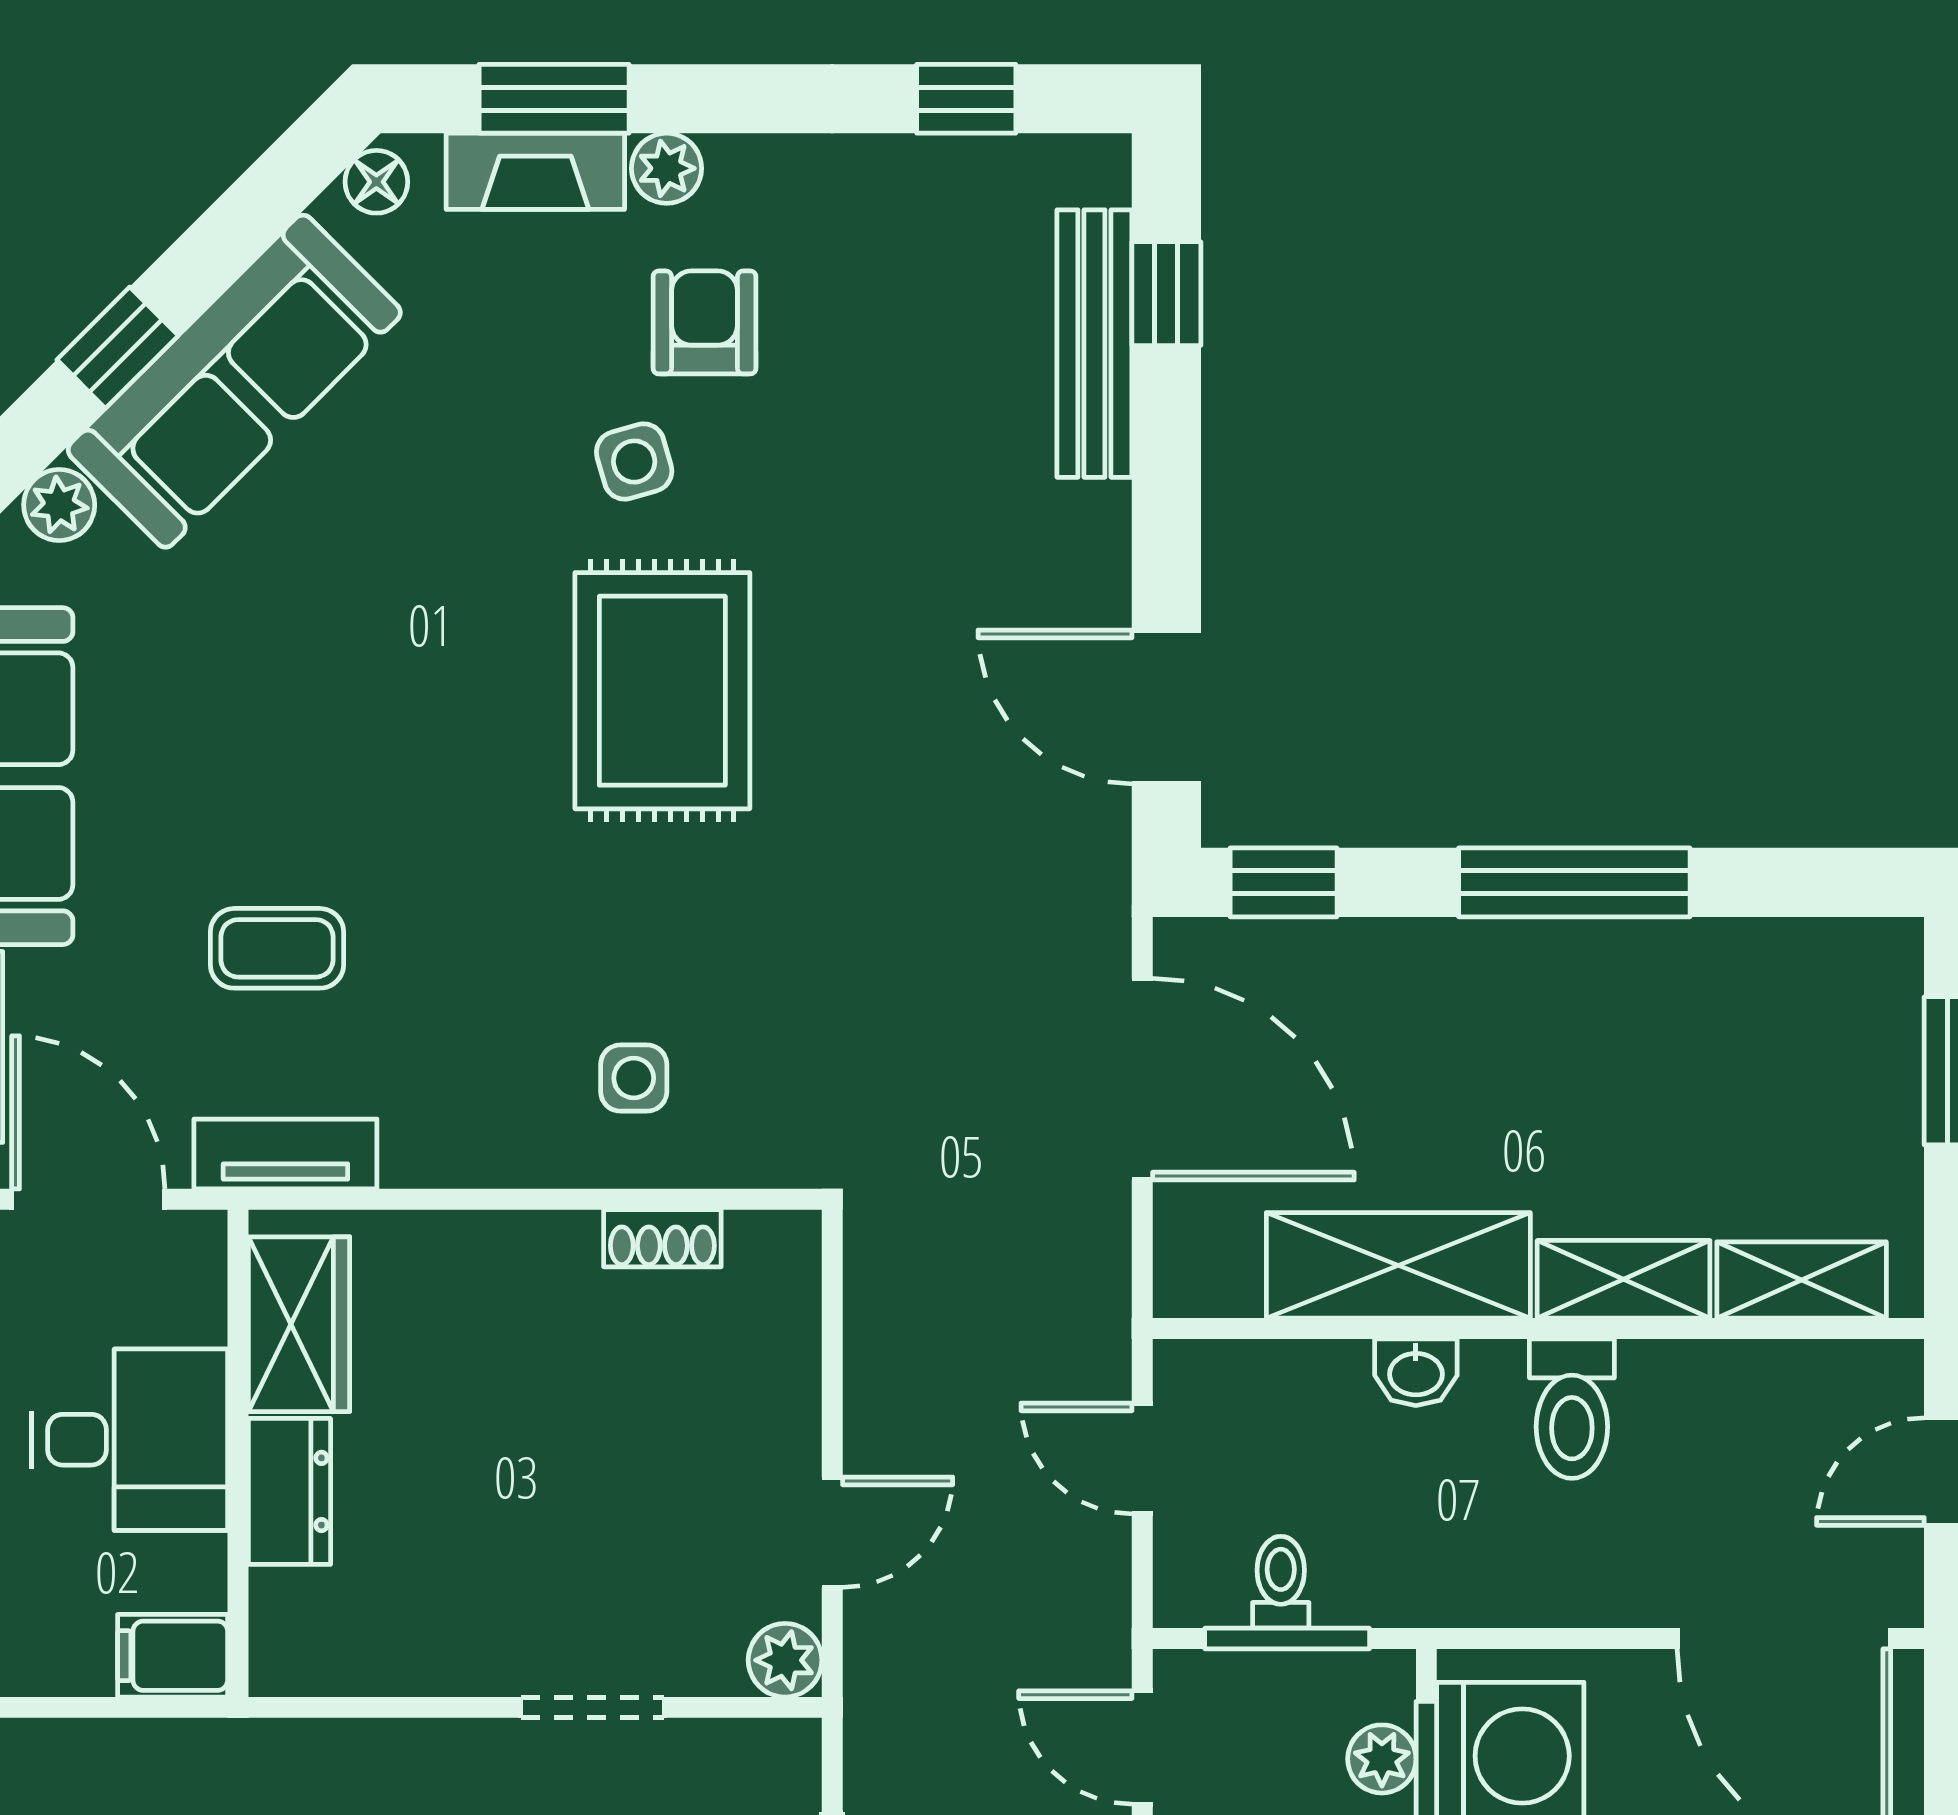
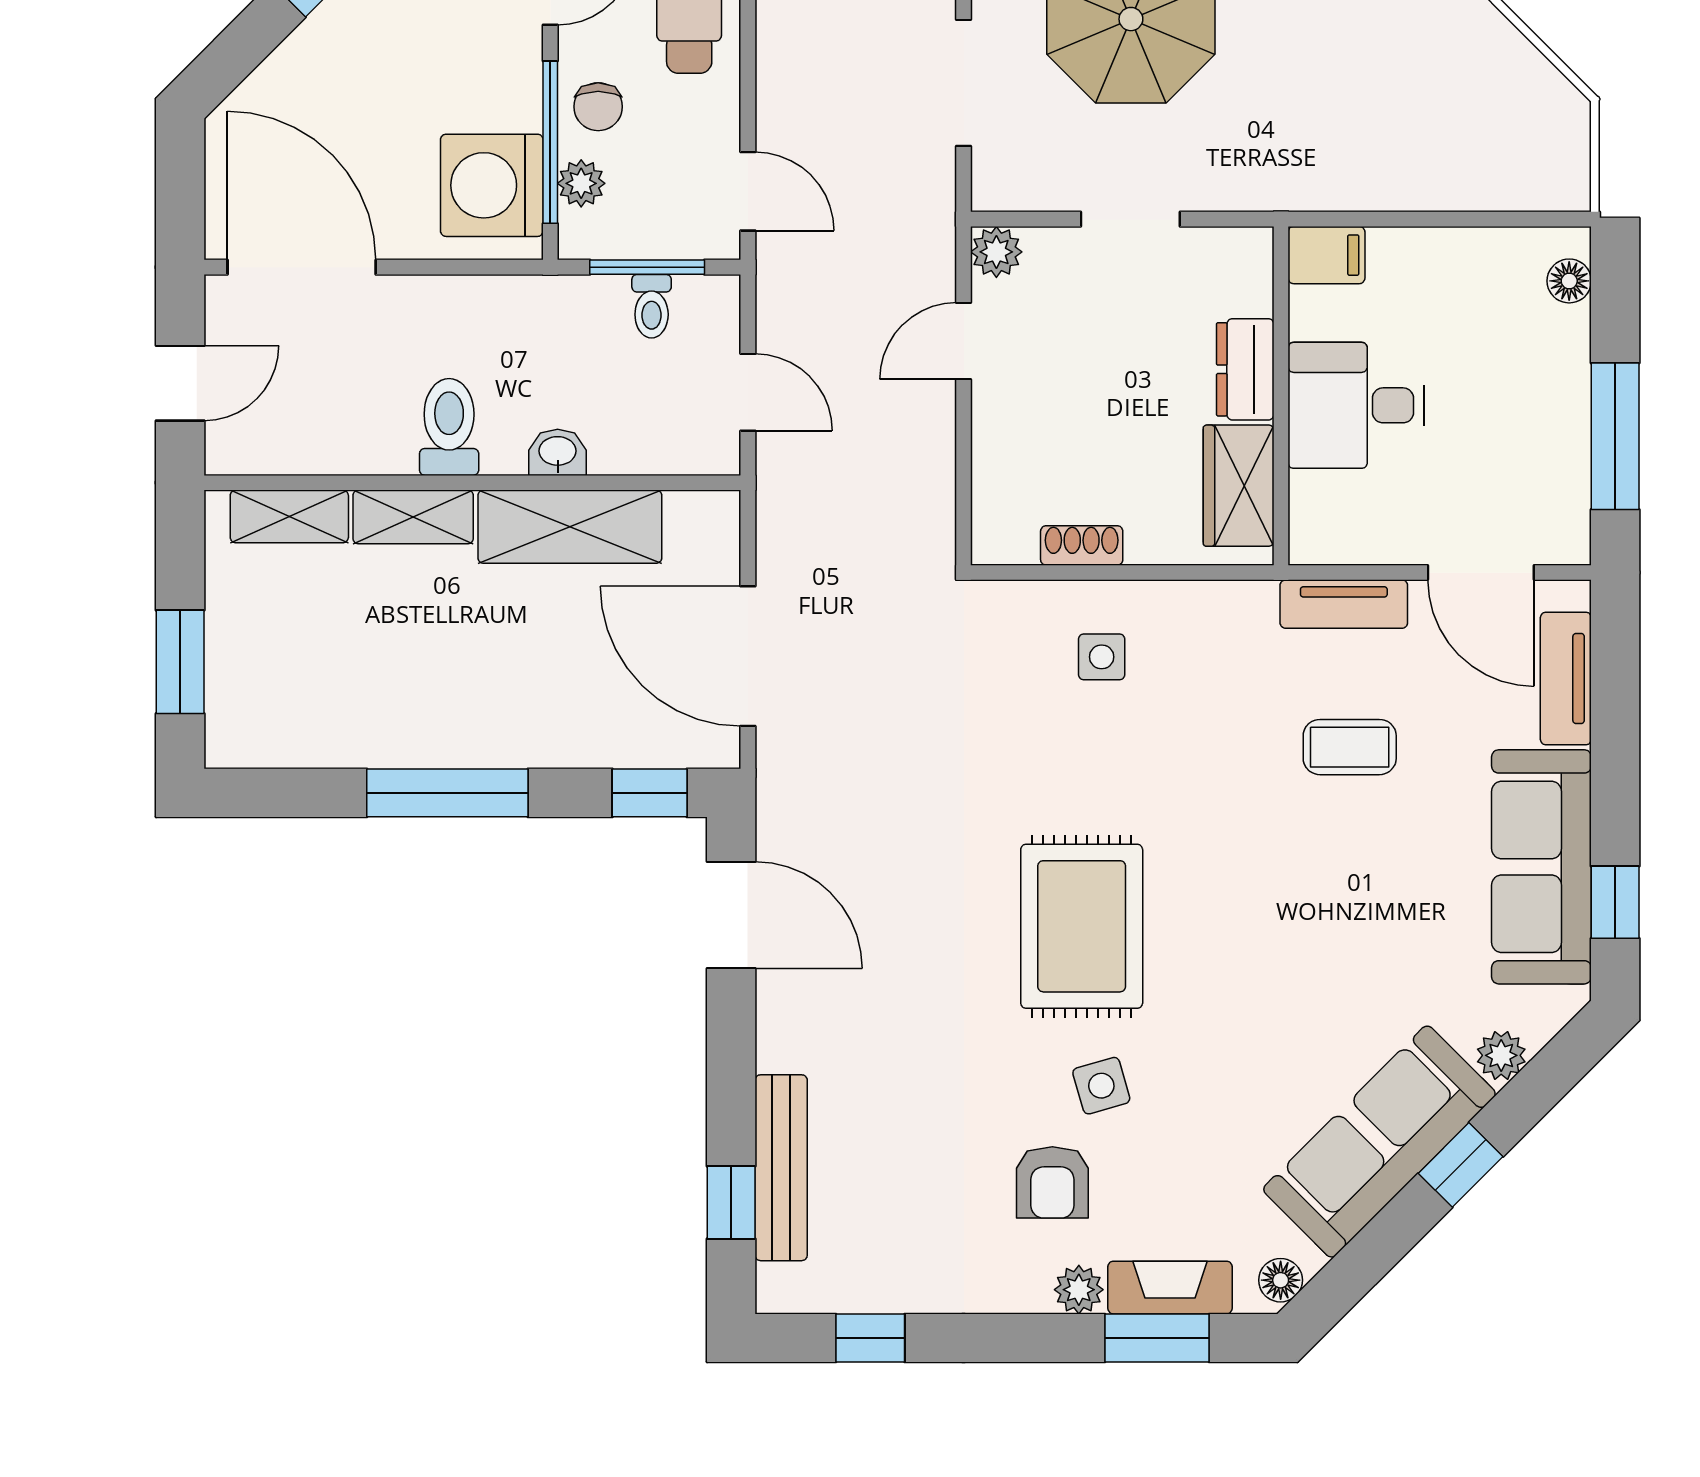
wardrobe: (299, 1324) -> (1239, 486), moved
desk: (130, 1440) -> (1356, 405), moved
wall: (238, 1453) -> (1281, 396), moved
dresser: (289, 1491) -> (1245, 369), moved
filing cabinet: (173, 1656) -> (1326, 255), moved

